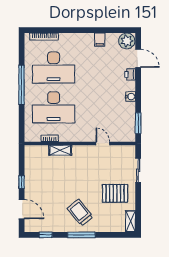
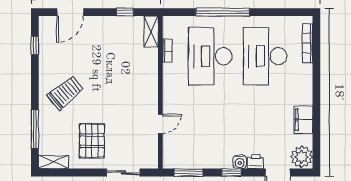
filing cabinet: (100, 40) -> (303, 120), width x2.00
window: (22, 85) -> (223, 12), moved
window: (138, 92) -> (231, 173), added
water cooler: (130, 97) -> (240, 162), moved
shelving: (60, 150) -> (151, 31), moved
window: (22, 182) -> (125, 12), moved
window: (81, 235) -> (35, 129), moved

